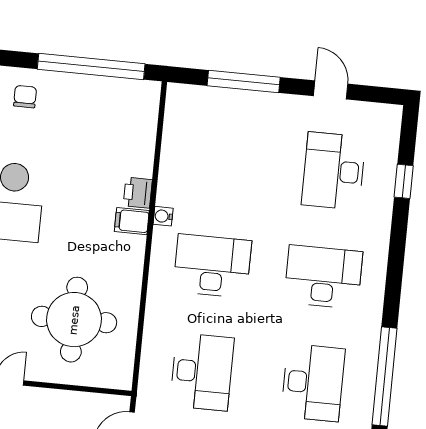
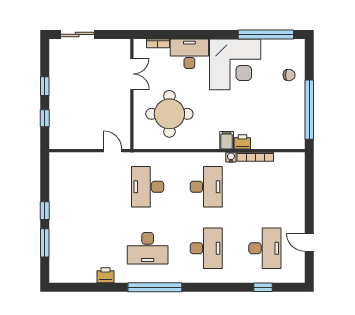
window: (244, 81) -> (309, 194), removed
door: (331, 90) -> (309, 242), swing flipped
desk: (334, 171) -> (265, 248), turned 90
bookcase: (167, 172) -> (255, 157), added
desk: (202, 372) -> (148, 187), turned 90

